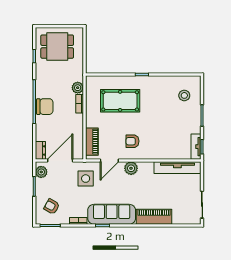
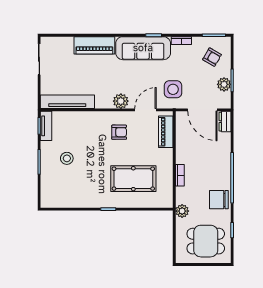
plant: (78, 88) -> (182, 211), moved
stool: (184, 95) -> (67, 158), moved
chair: (45, 107) -> (219, 200), moved
door: (60, 161) -> (202, 110), hinge flipped
plant: (41, 172) -> (224, 84), moved

